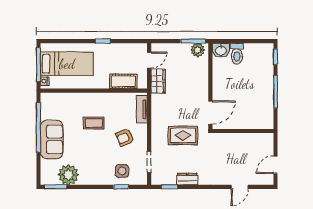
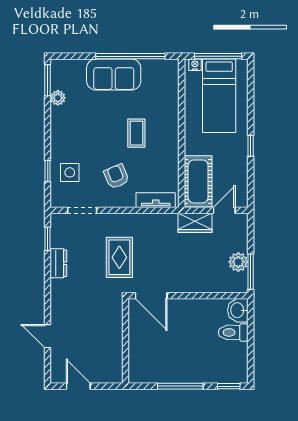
plant: (198, 50) -> (238, 262), moved
door: (149, 60) -> (224, 210), swing flipped
cot: (123, 81) -> (198, 181), width x1.37, depth x1.34
plant: (68, 175) -> (58, 98), width x0.53, depth x0.53

